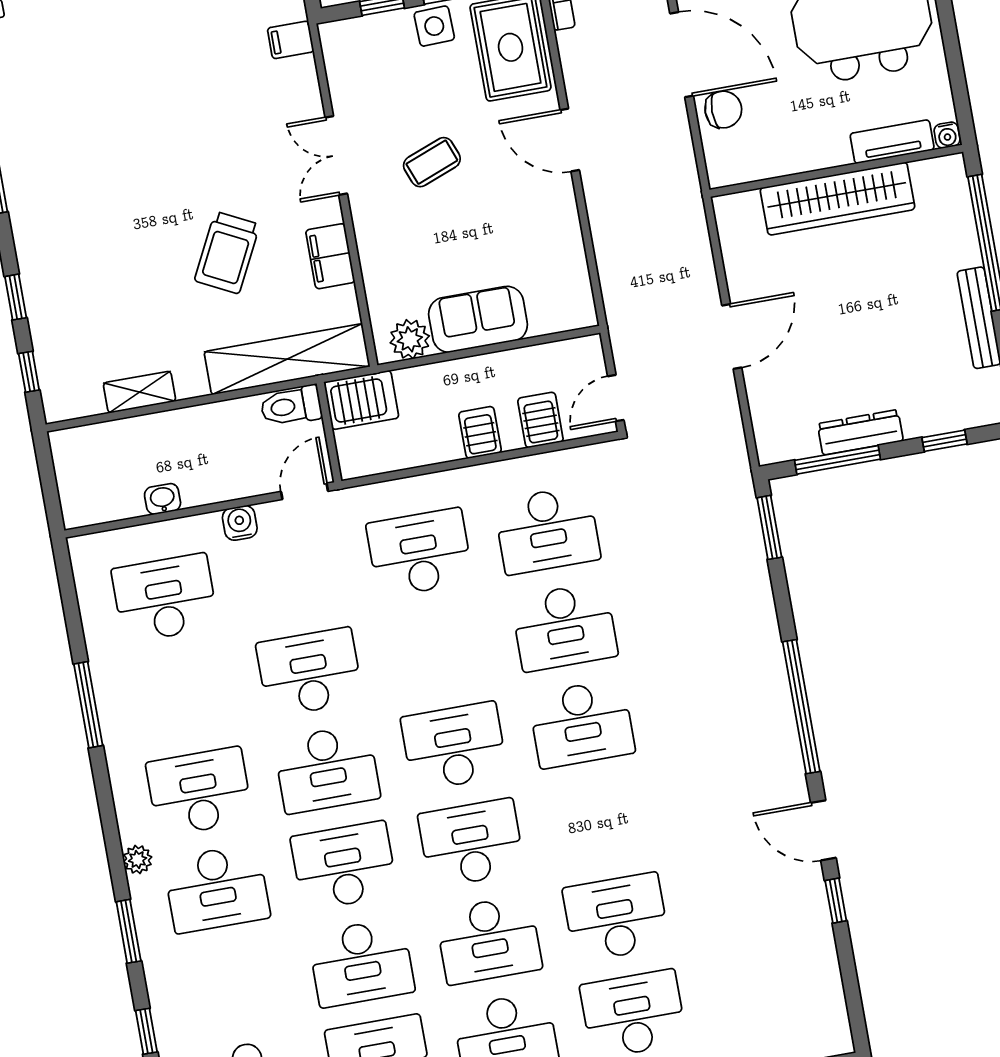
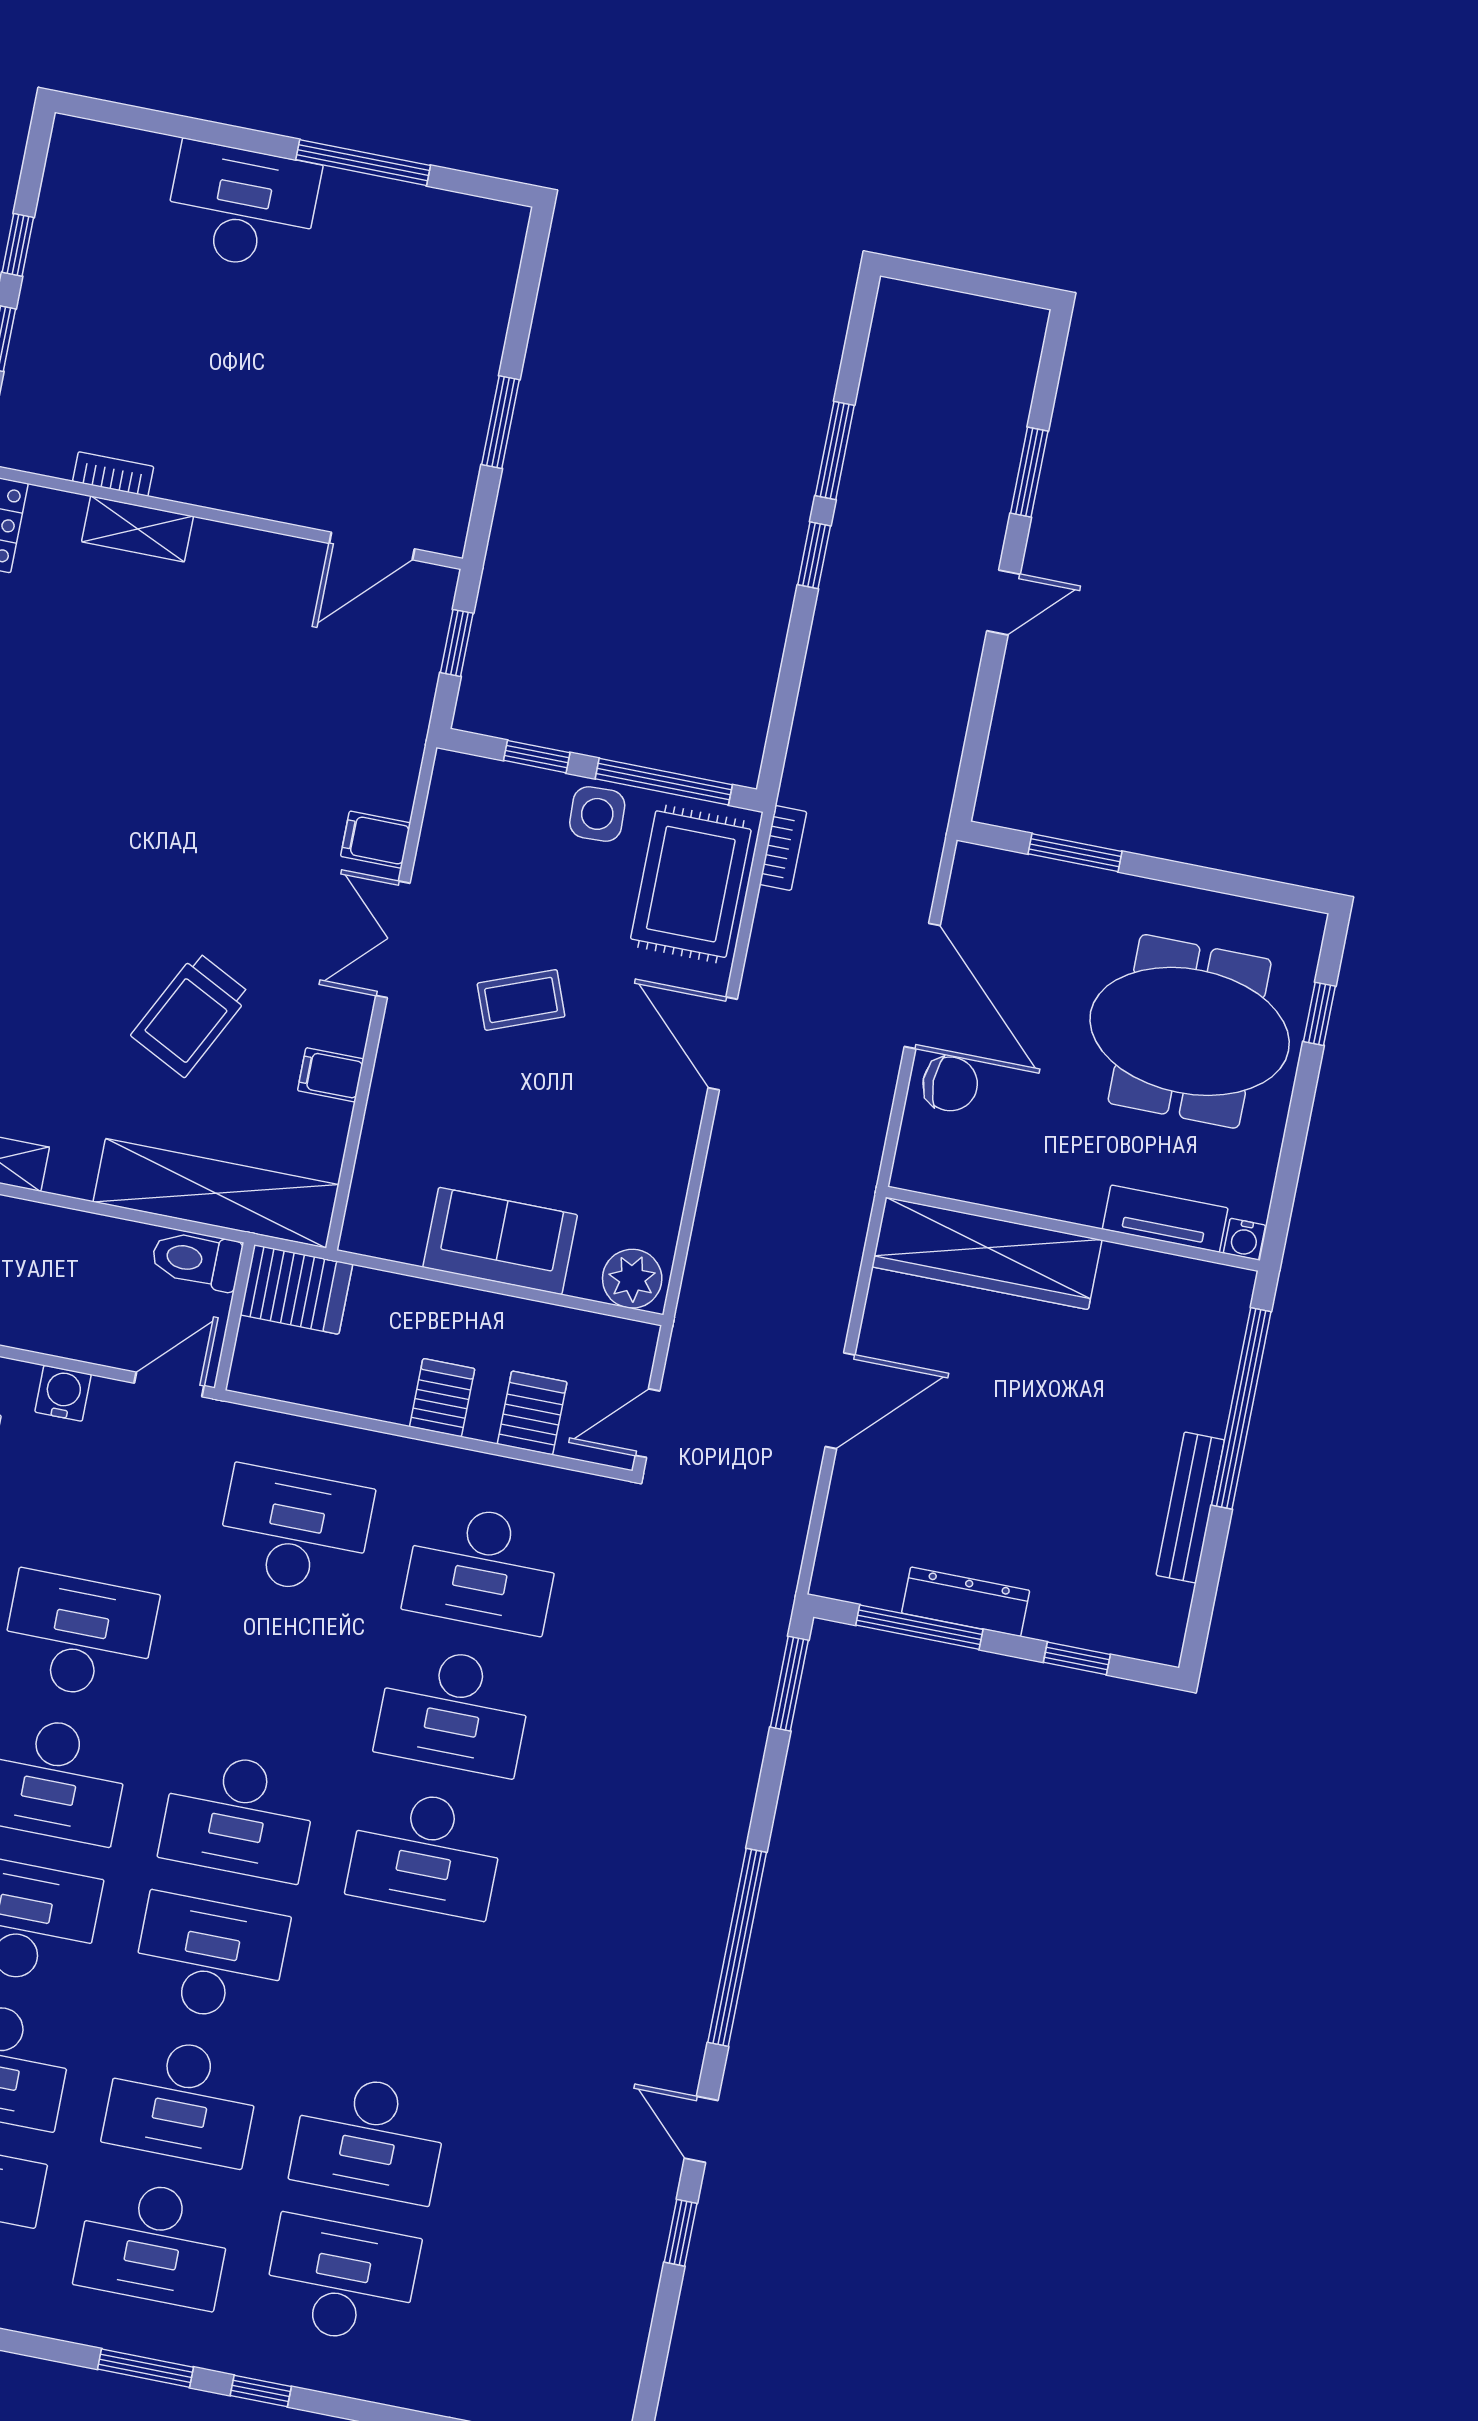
filing cabinet: (291, 40) -> (376, 840), moved
wardrobe: (837, 199) -> (987, 1253), moved
filing cabinet: (330, 256) -> (331, 1075), width x0.50
plant: (410, 339) -> (632, 1279), moved
desk: (454, 746) -> (238, 1816), turned 180
door: (823, 830) -> (701, 2129), width x0.73
desk: (616, 917) -> (369, 2138), turned 180

